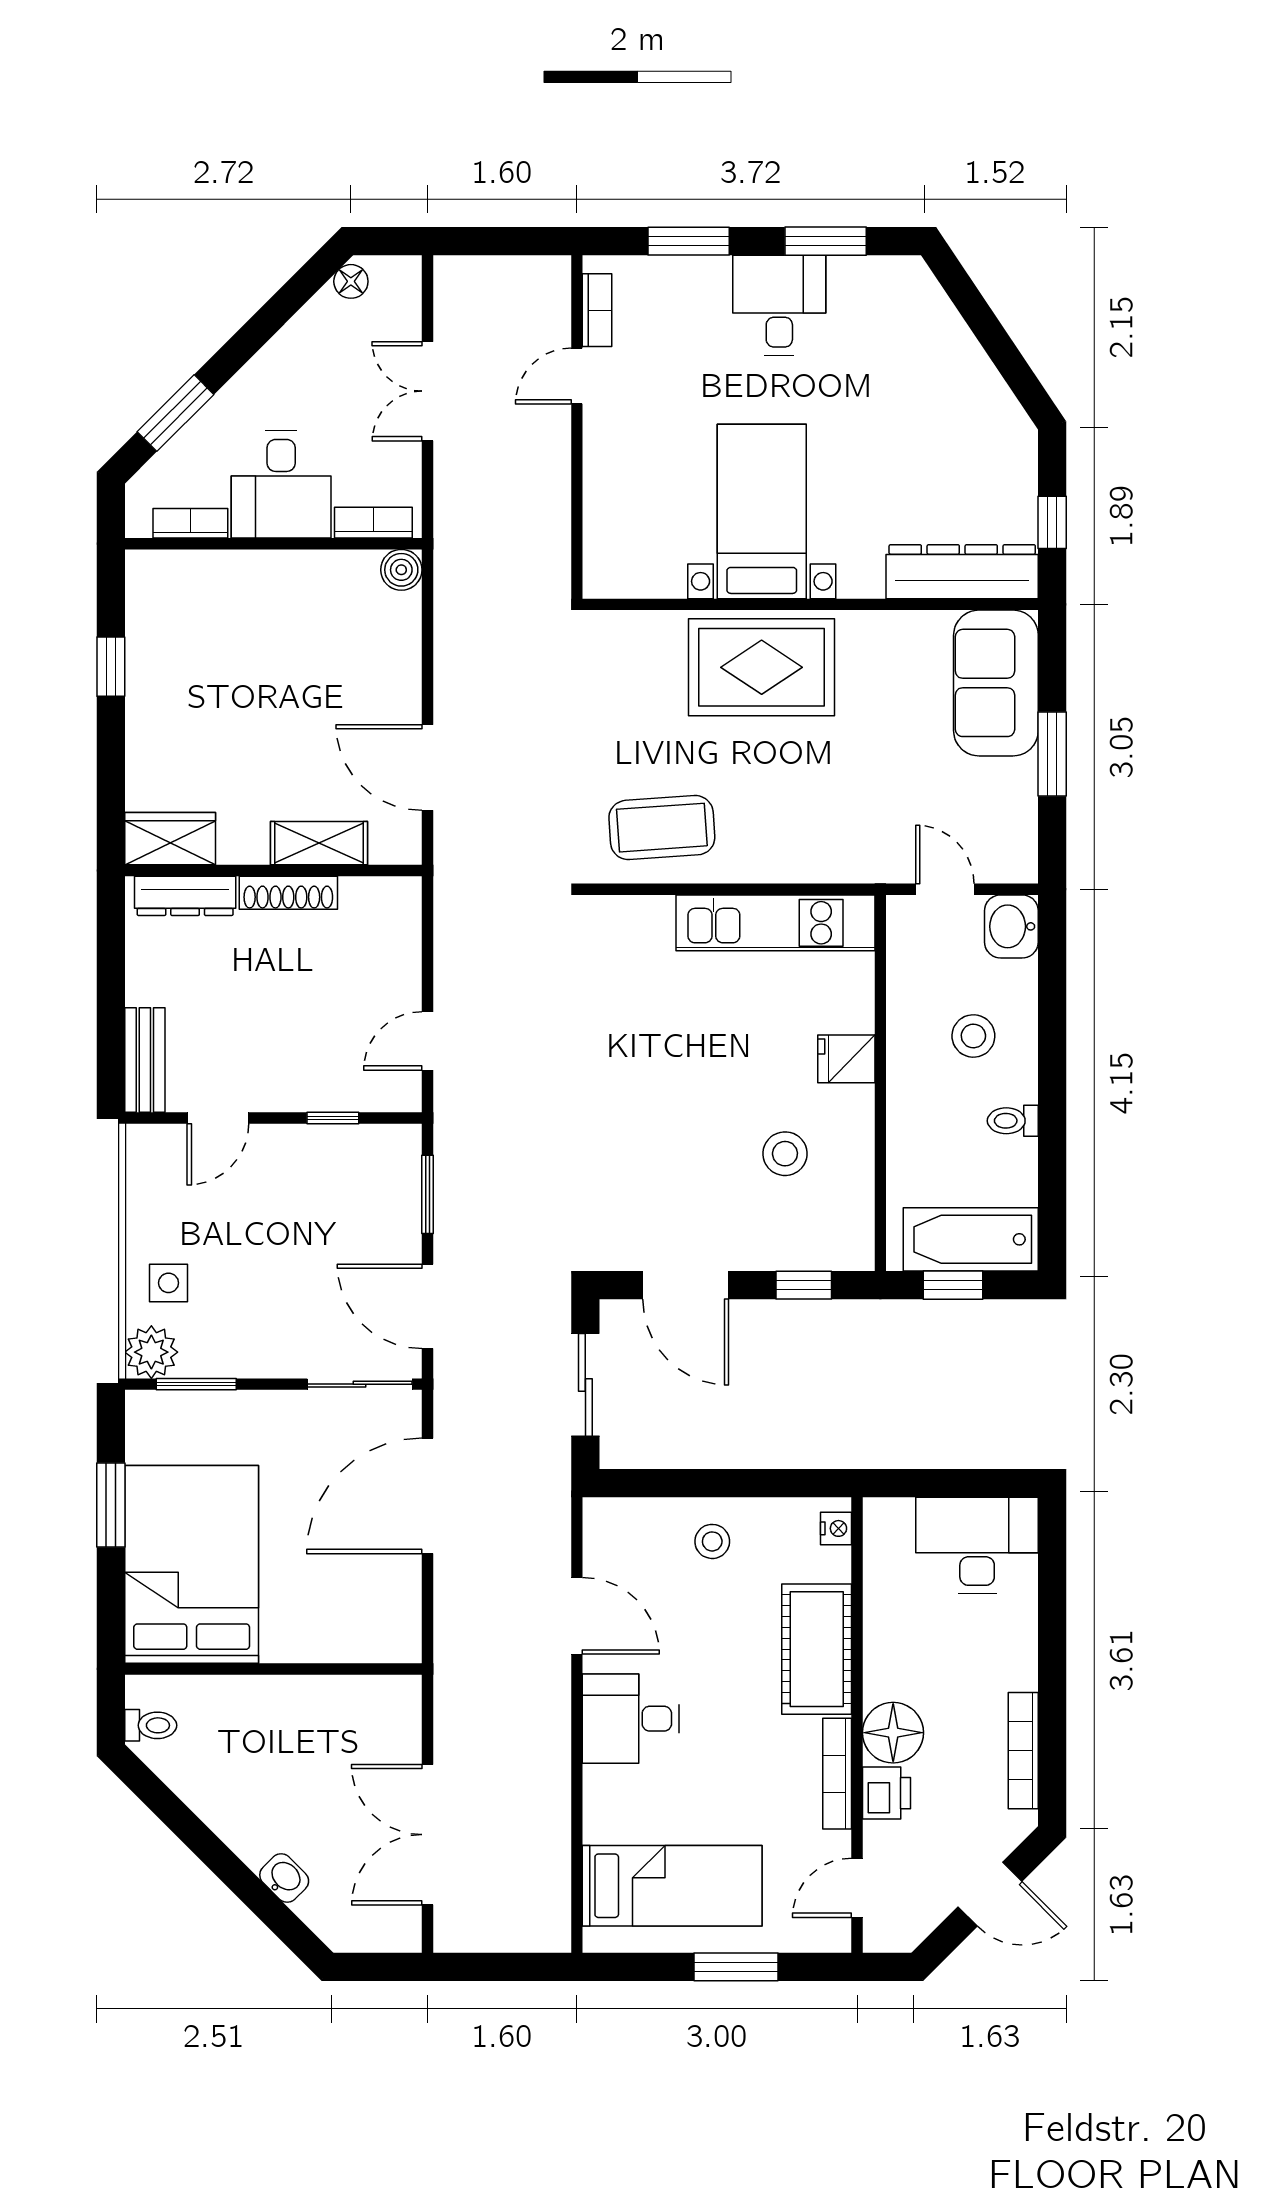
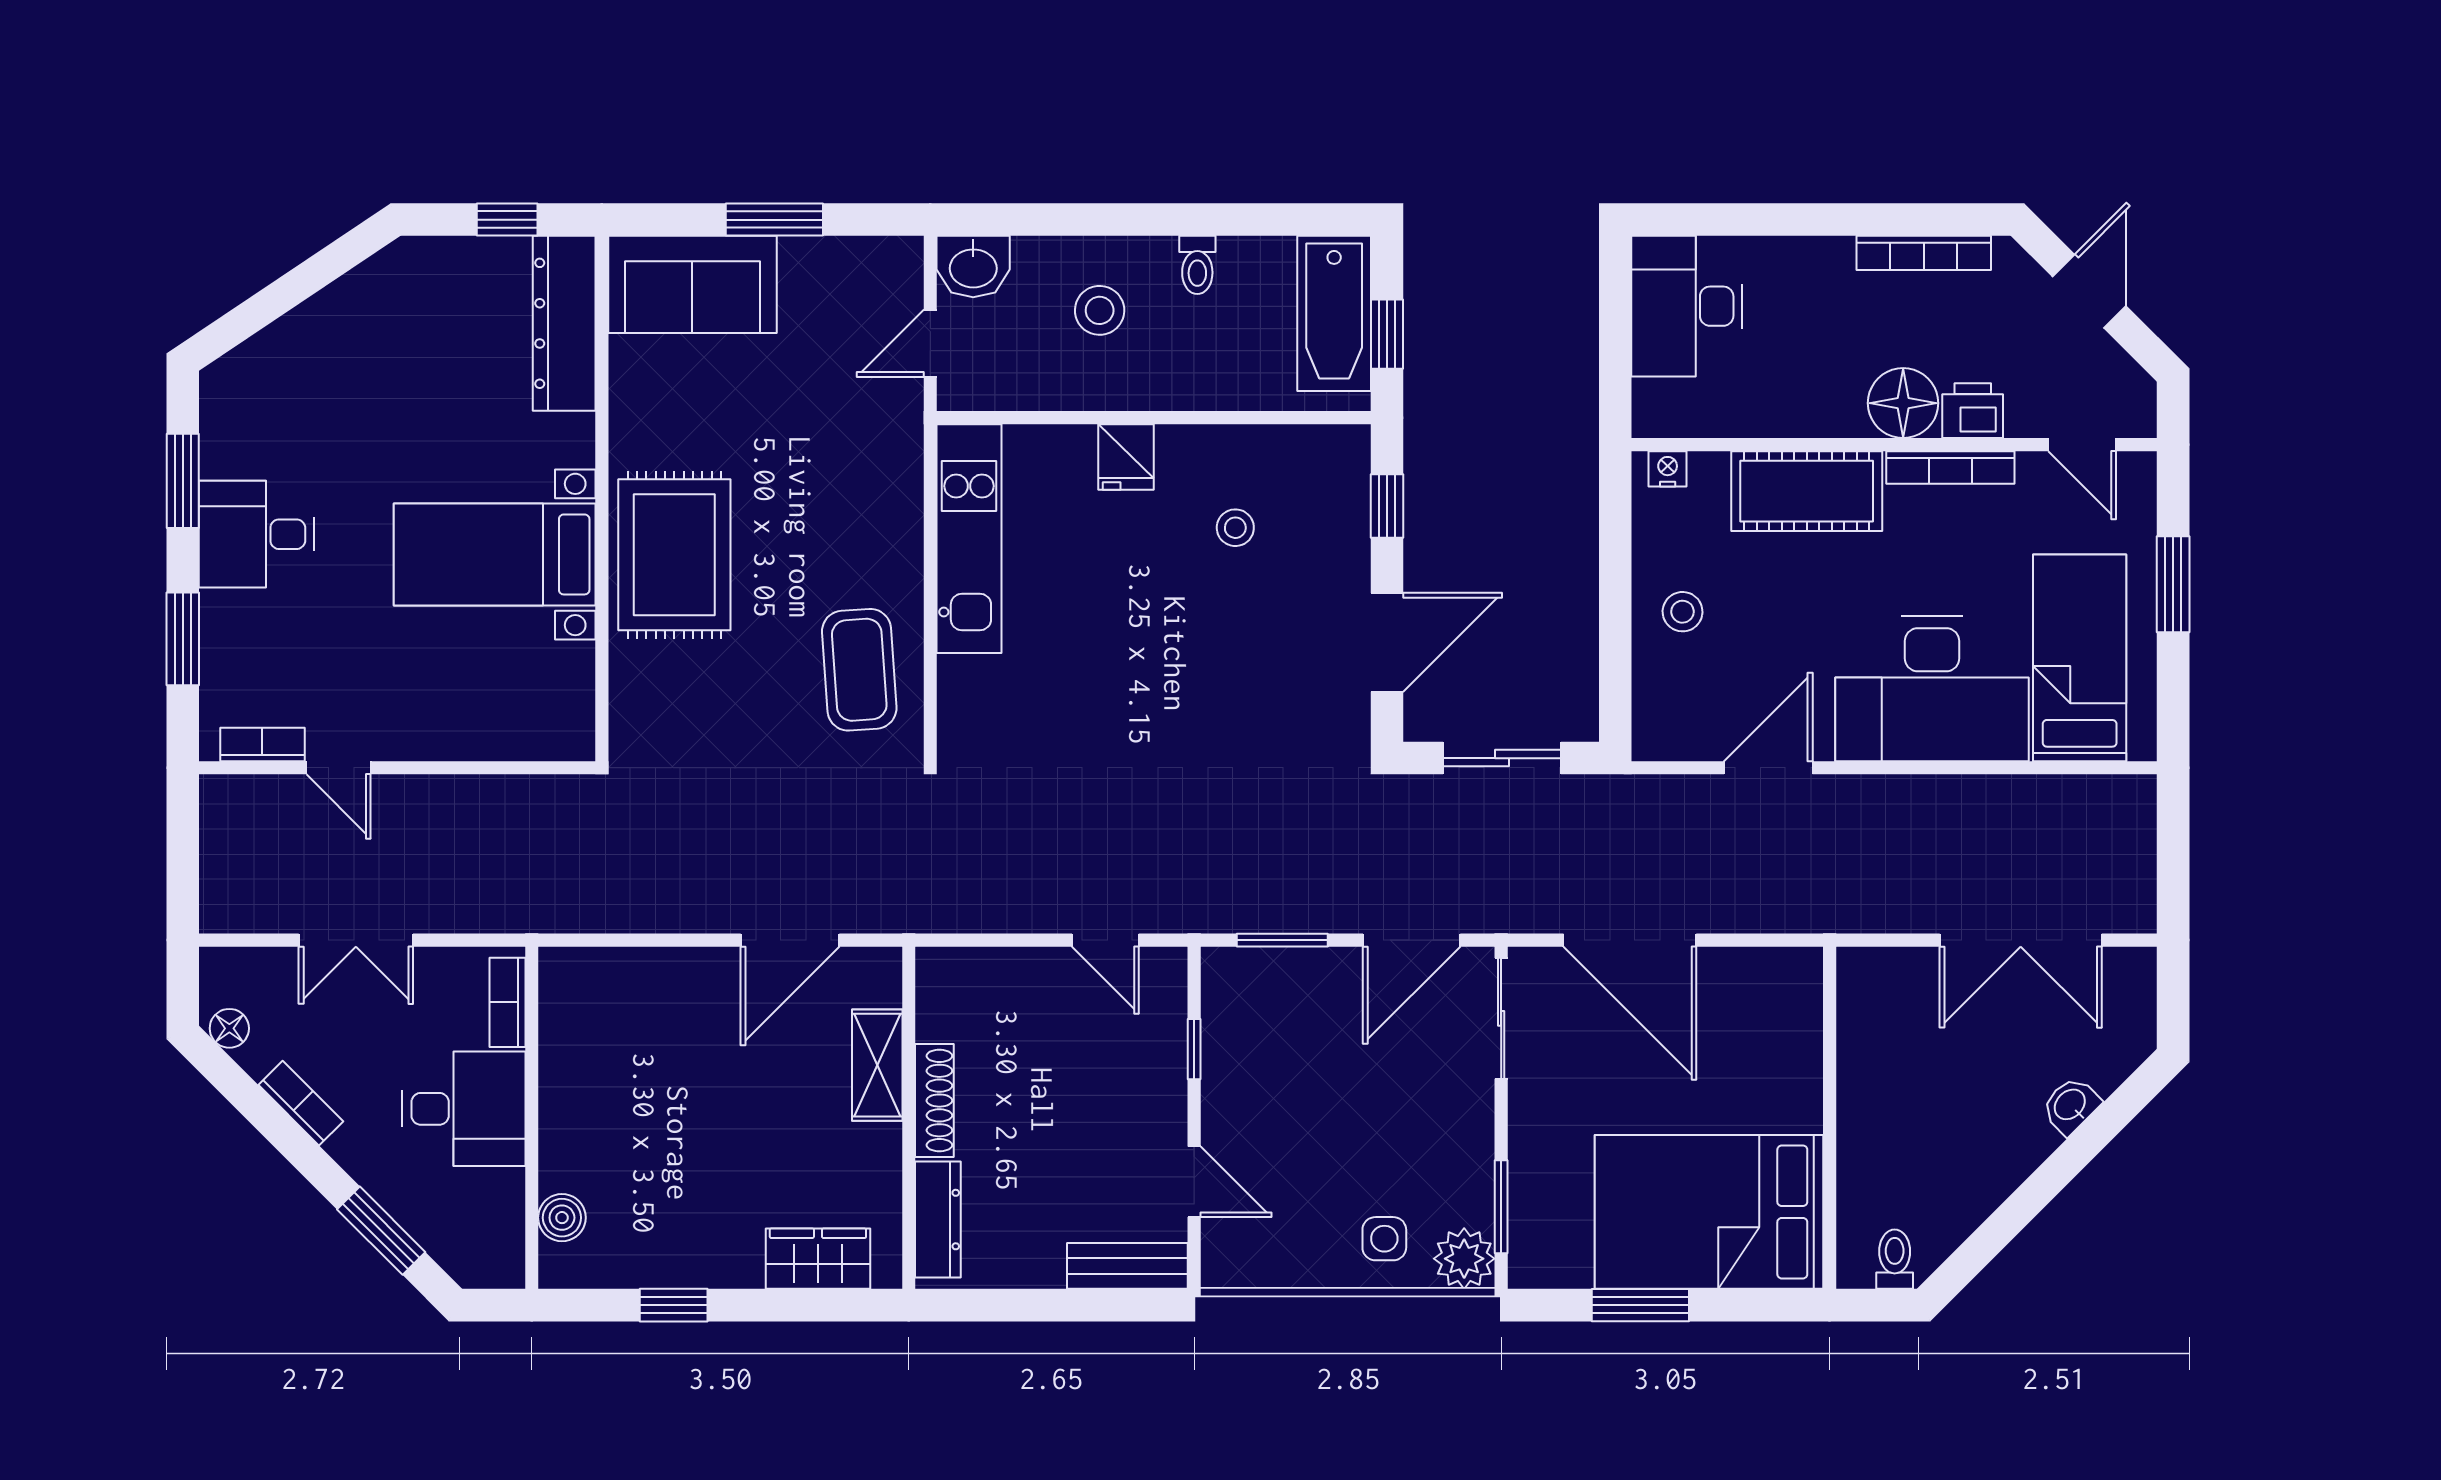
bookcase: (190, 523) -> (301, 1103), moved, turned 135
boiler: (401, 570) -> (562, 1218), moved
wardrobe: (170, 839) -> (818, 1259), moved, turned 90
stool: (785, 1154) -> (1235, 528), width x0.73, depth x0.73
desk: (631, 1719) -> (1932, 689), width x1.87, depth x1.30

